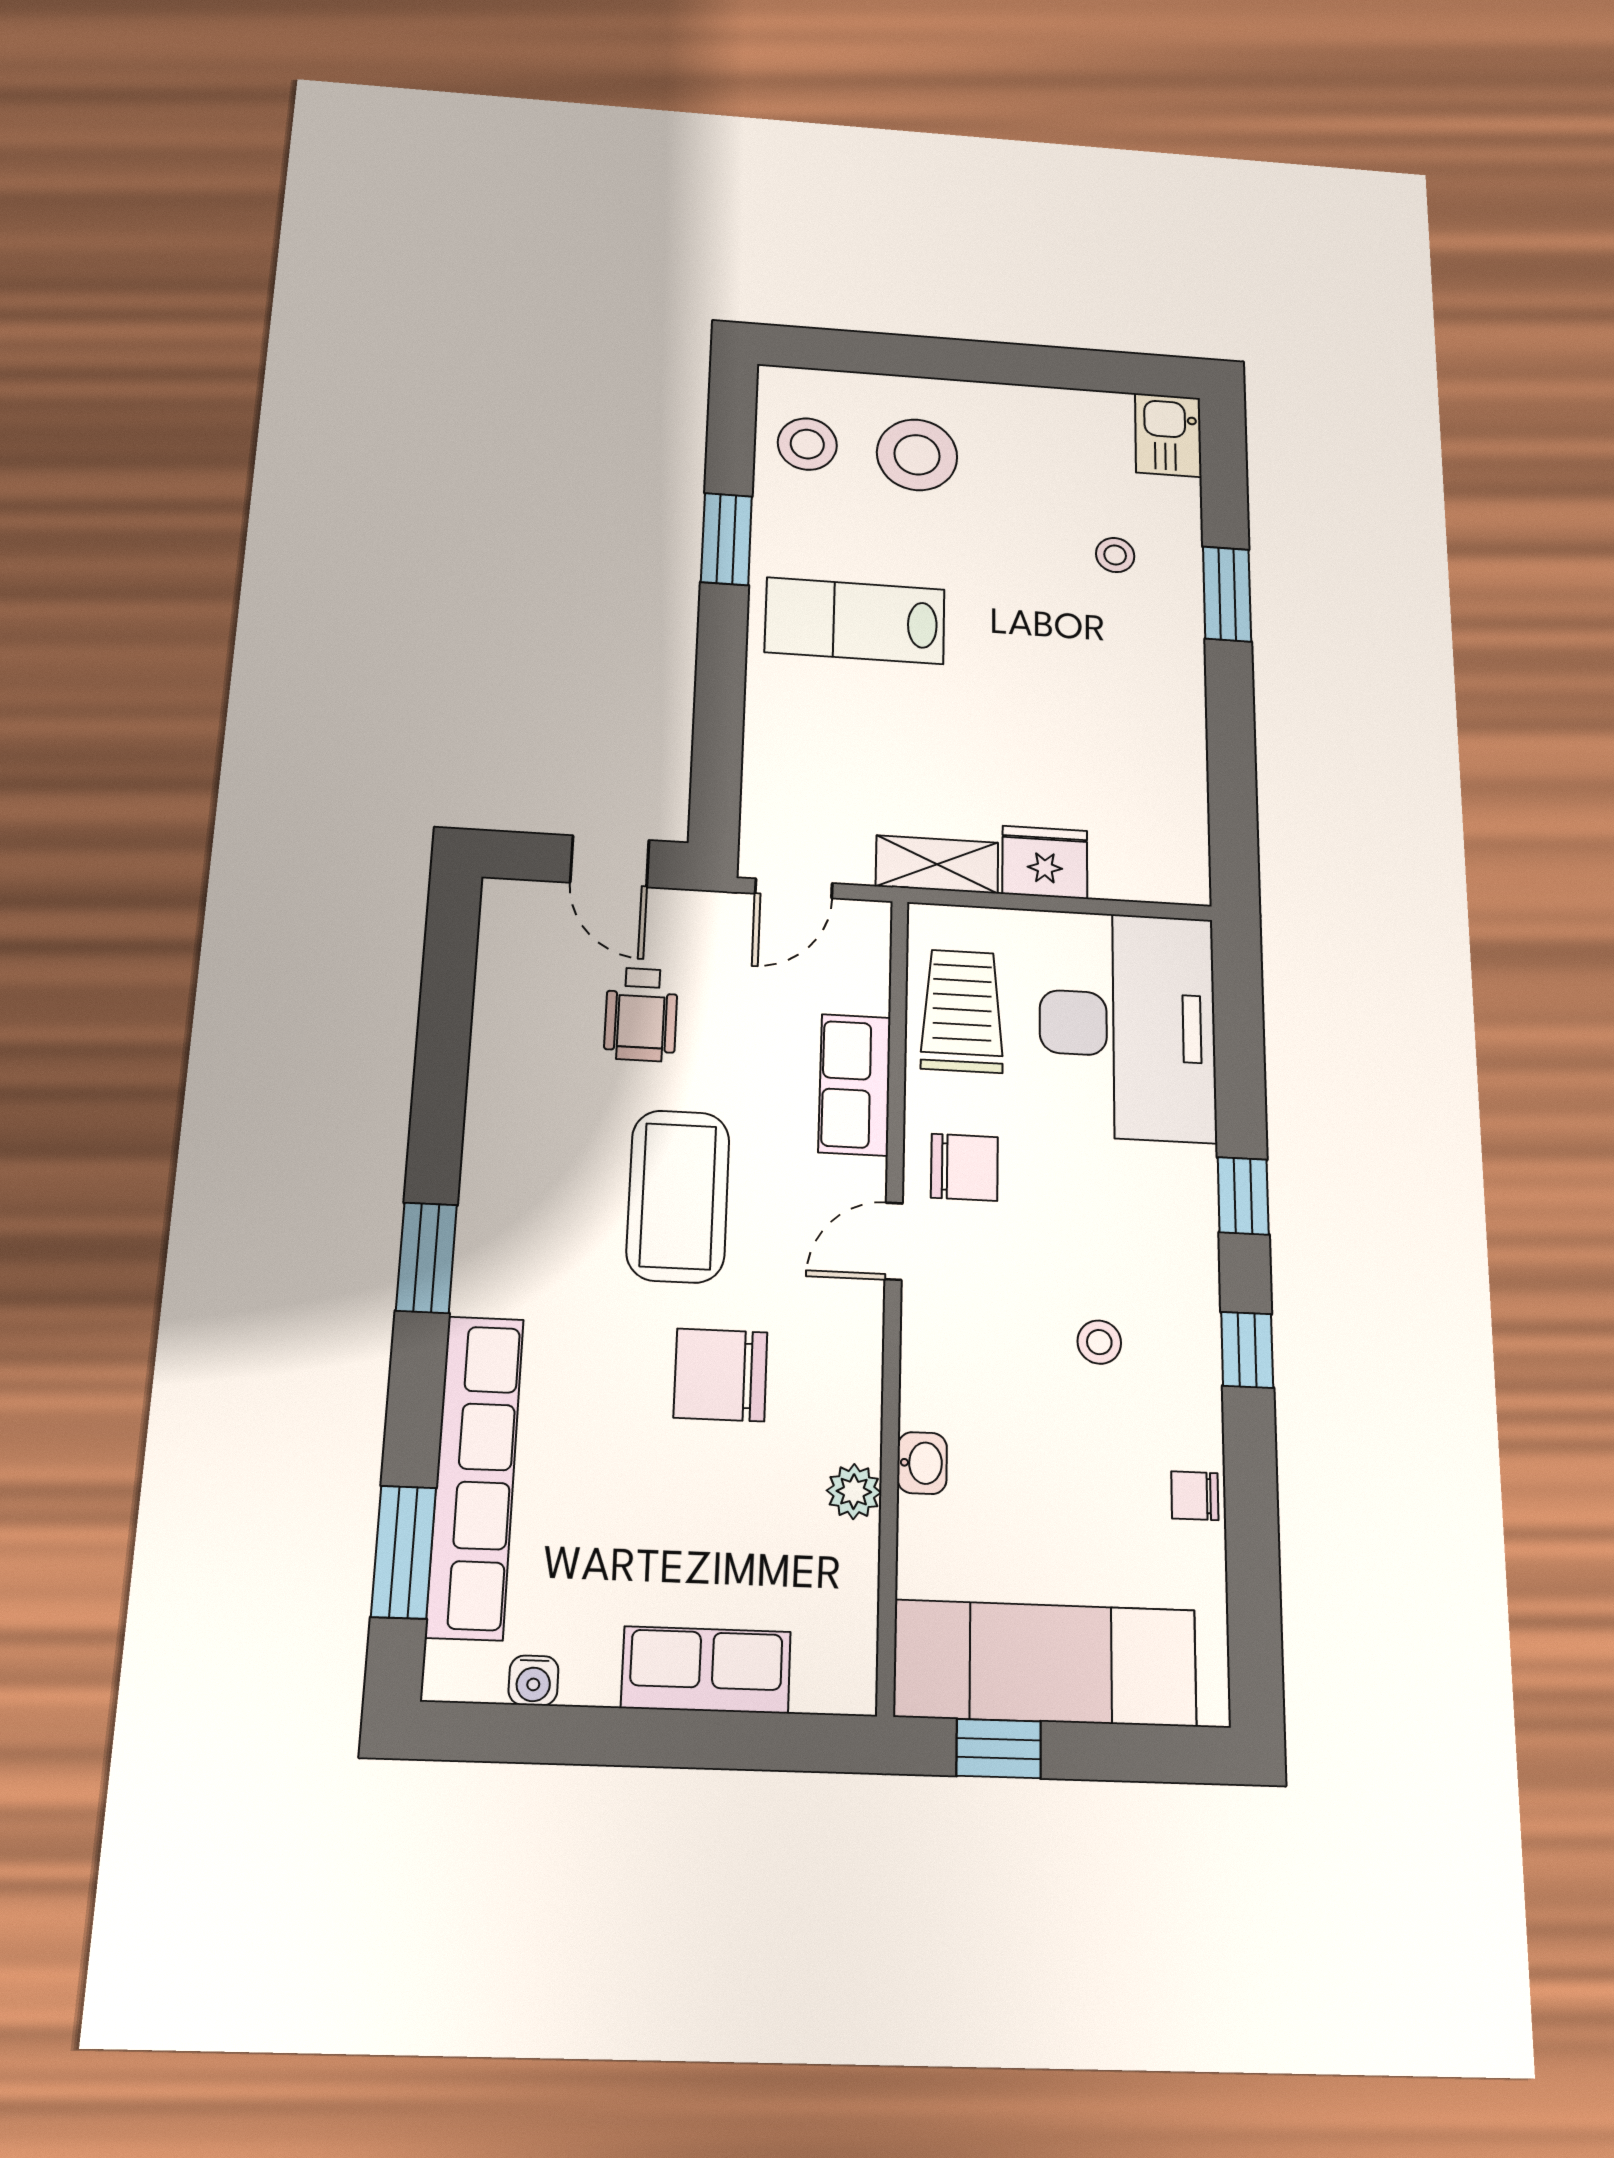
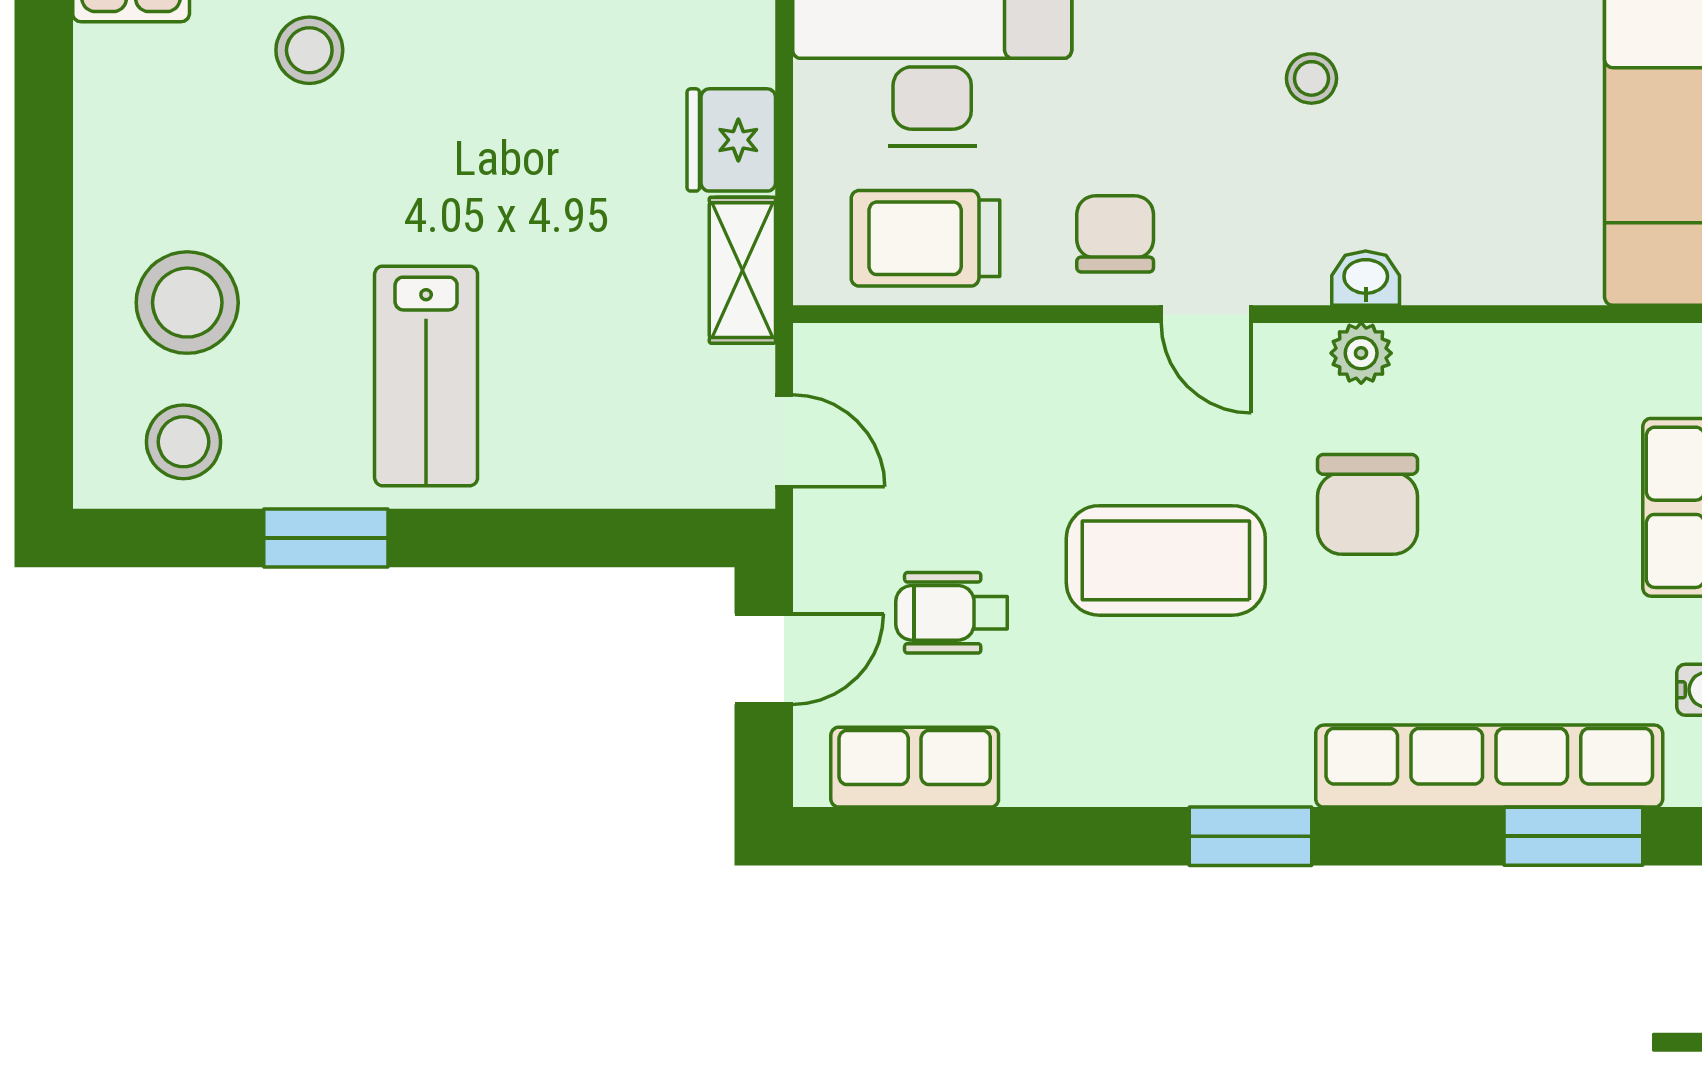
stool: (1115, 555) -> (309, 50), width x1.37, depth x1.37
wheelchair: (641, 1014) -> (952, 613), turned 180
row of seats: (855, 1085) -> (915, 767), moved, turned 180
washbasin: (922, 1463) -> (1366, 278), moved
plant: (854, 1492) -> (1361, 353), moved

